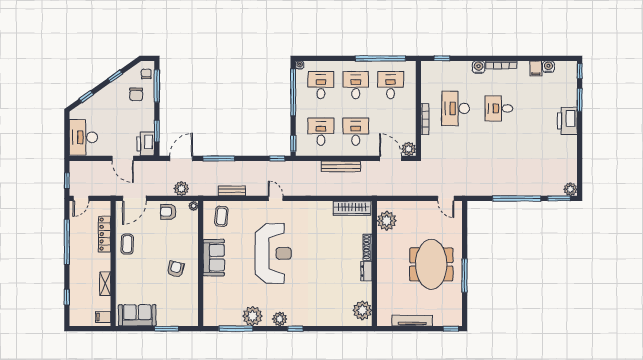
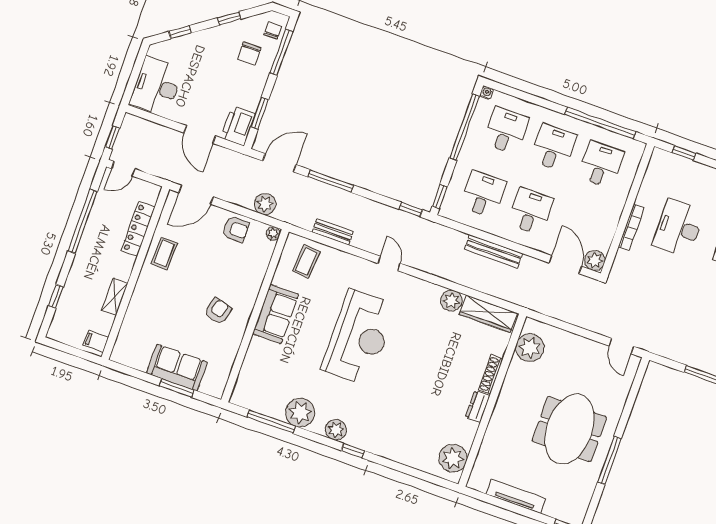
plant: (325, 208) -> (451, 301), added
armchair: (168, 212) -> (236, 229), turned 180
sofa: (137, 315) -> (177, 368), moved

